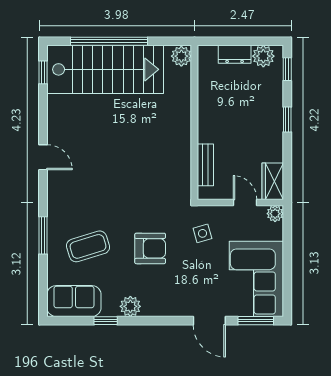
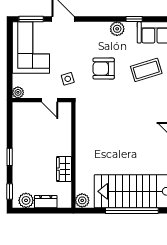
bench: (205, 165) -> (66, 126), removed
wardrobe: (273, 181) -> (64, 169), moved, turned 180
door: (245, 202) -> (50, 100), moved

